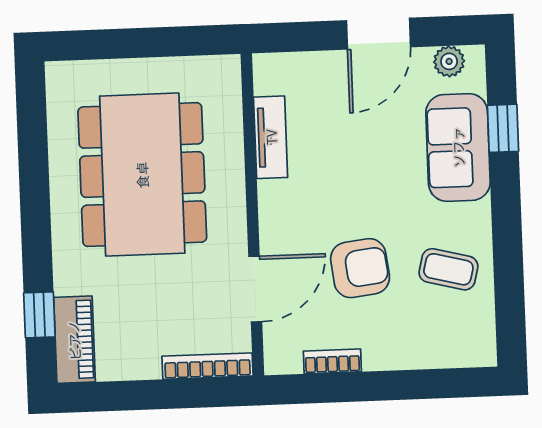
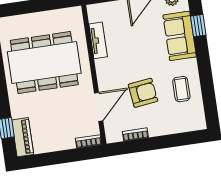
dining table: (142, 175) -> (44, 63), turned 90
coffee table: (448, 269) -> (181, 89), turned 76
bookcase: (207, 366) -> (88, 141), width x0.64

